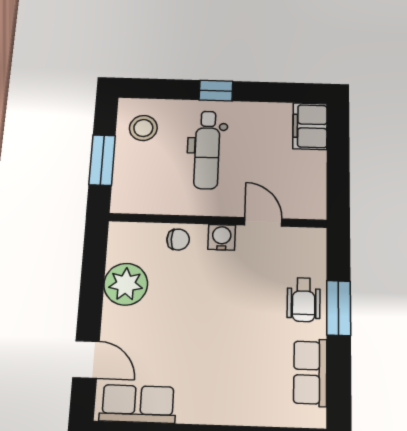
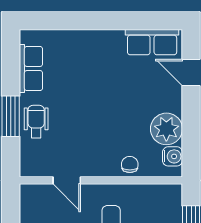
water cooler: (222, 237) -> (173, 156), moved, turned -90
chair: (178, 240) -> (130, 165), turned 90

